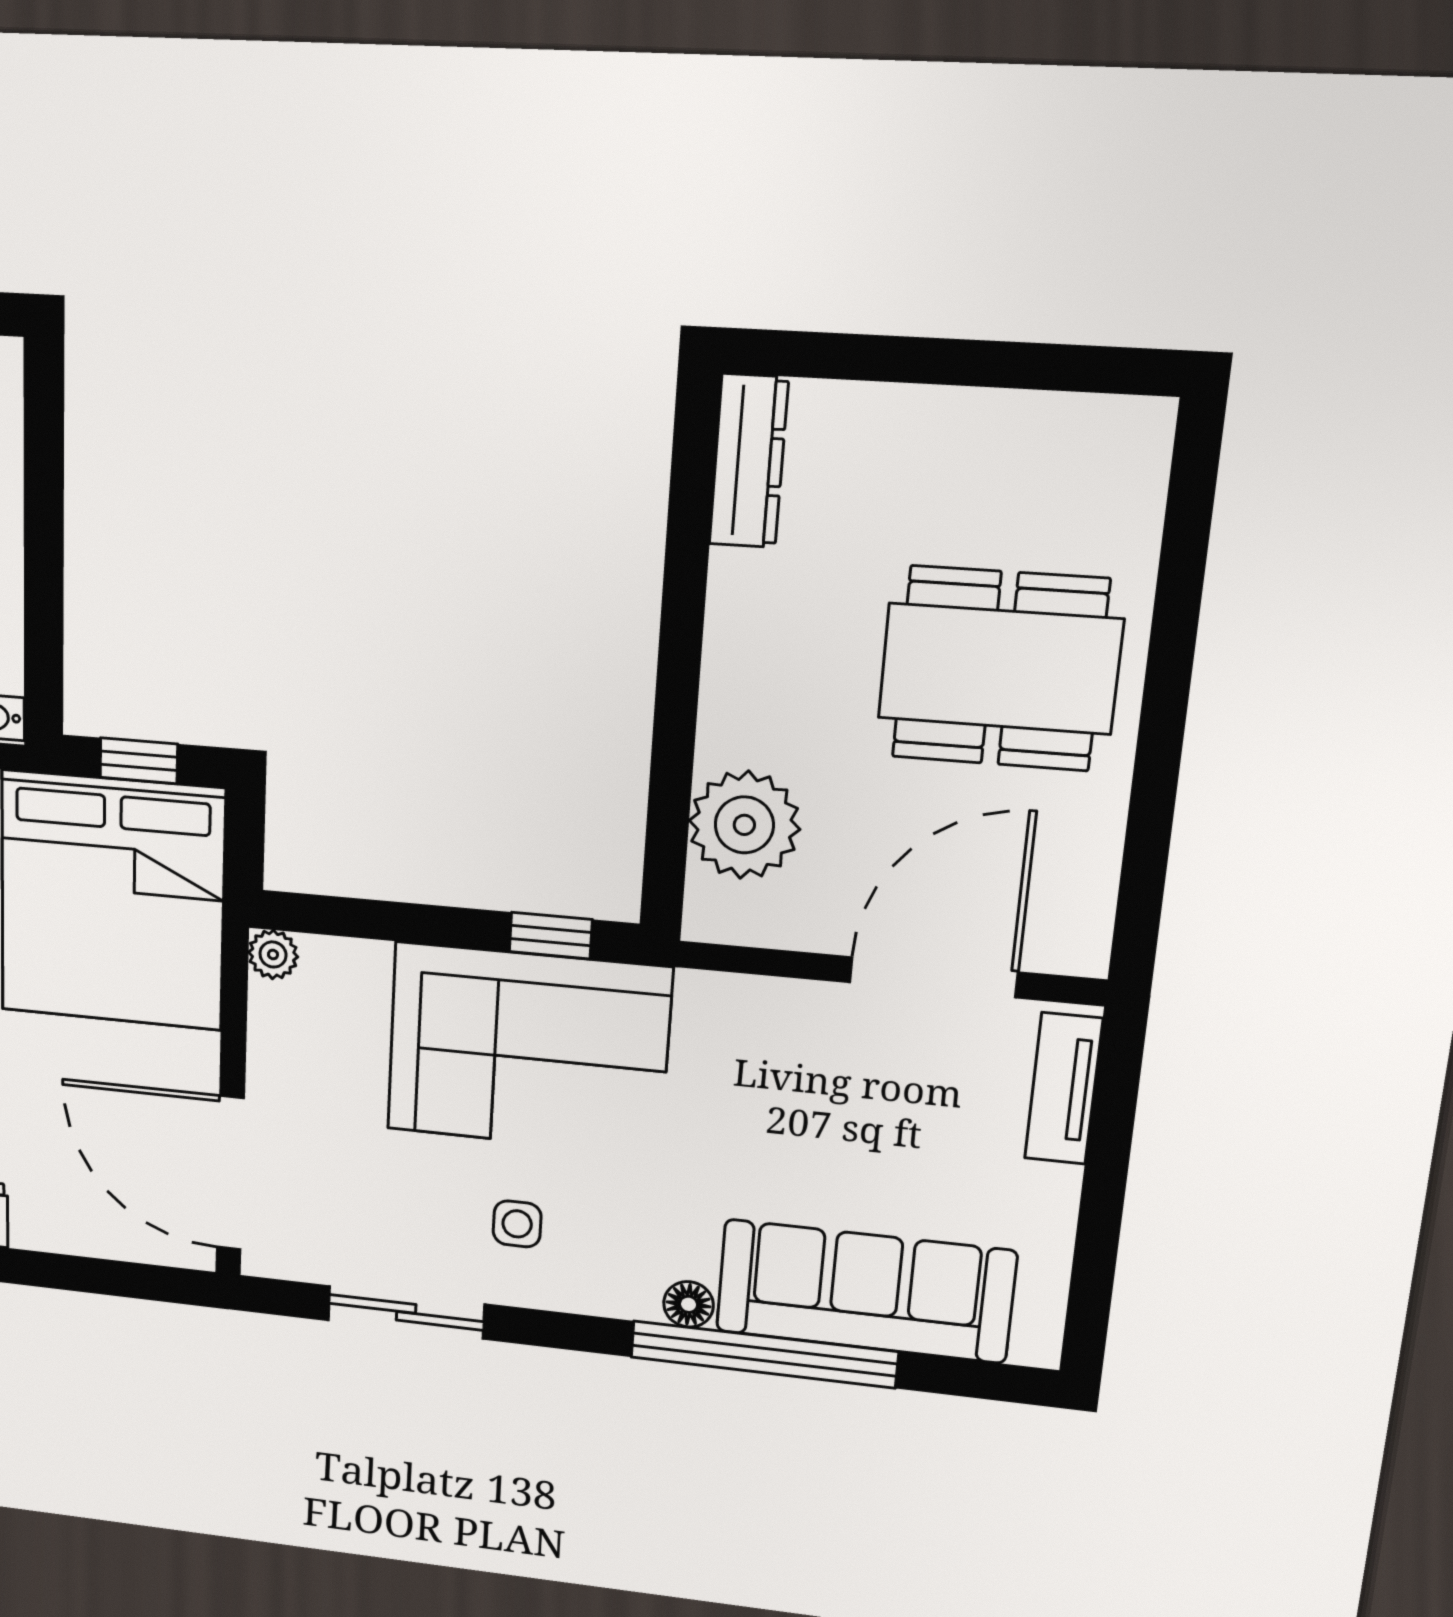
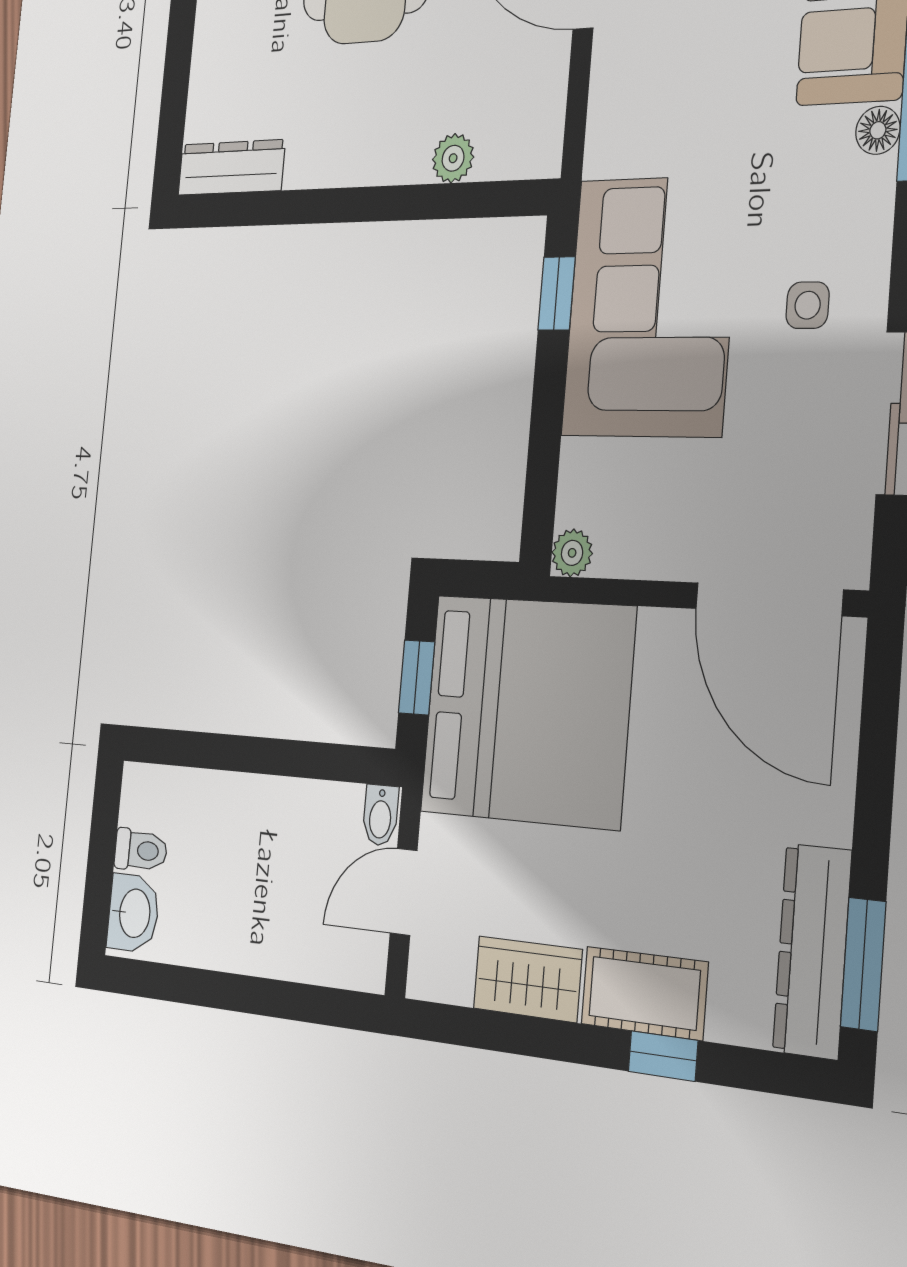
plant: (744, 825) -> (453, 158), width x0.53, depth x0.53
door: (230, 1173) -> (769, 599), hinge flipped

